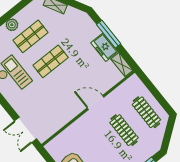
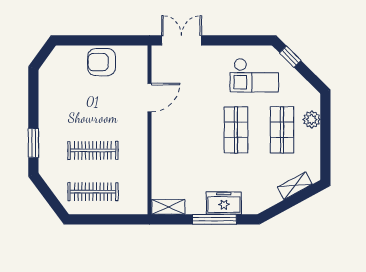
freezer: (104, 47) -> (224, 203), moved
door: (96, 103) -> (149, 98), moved

